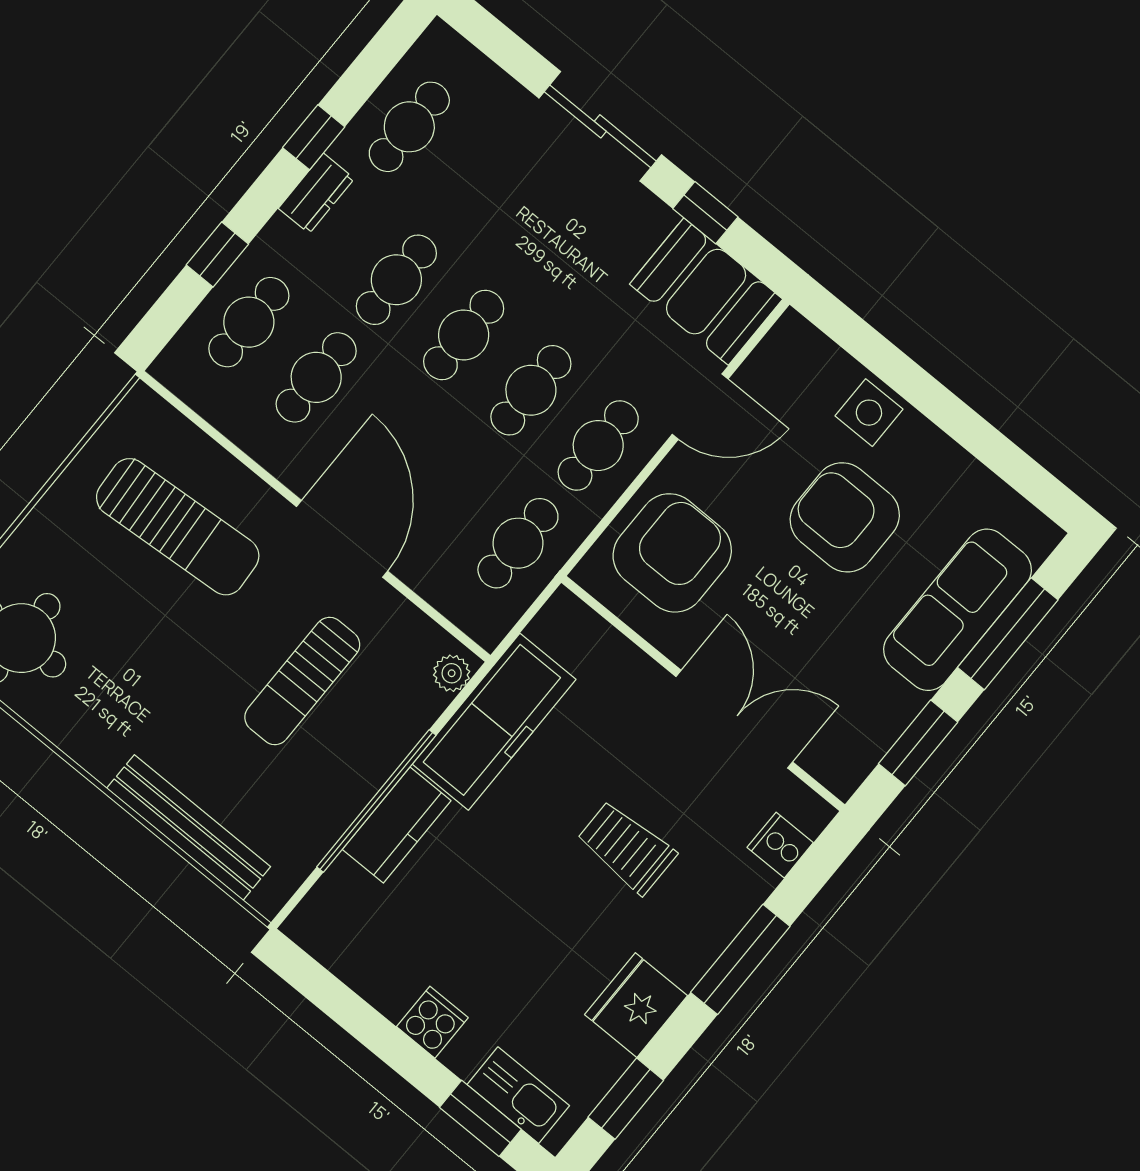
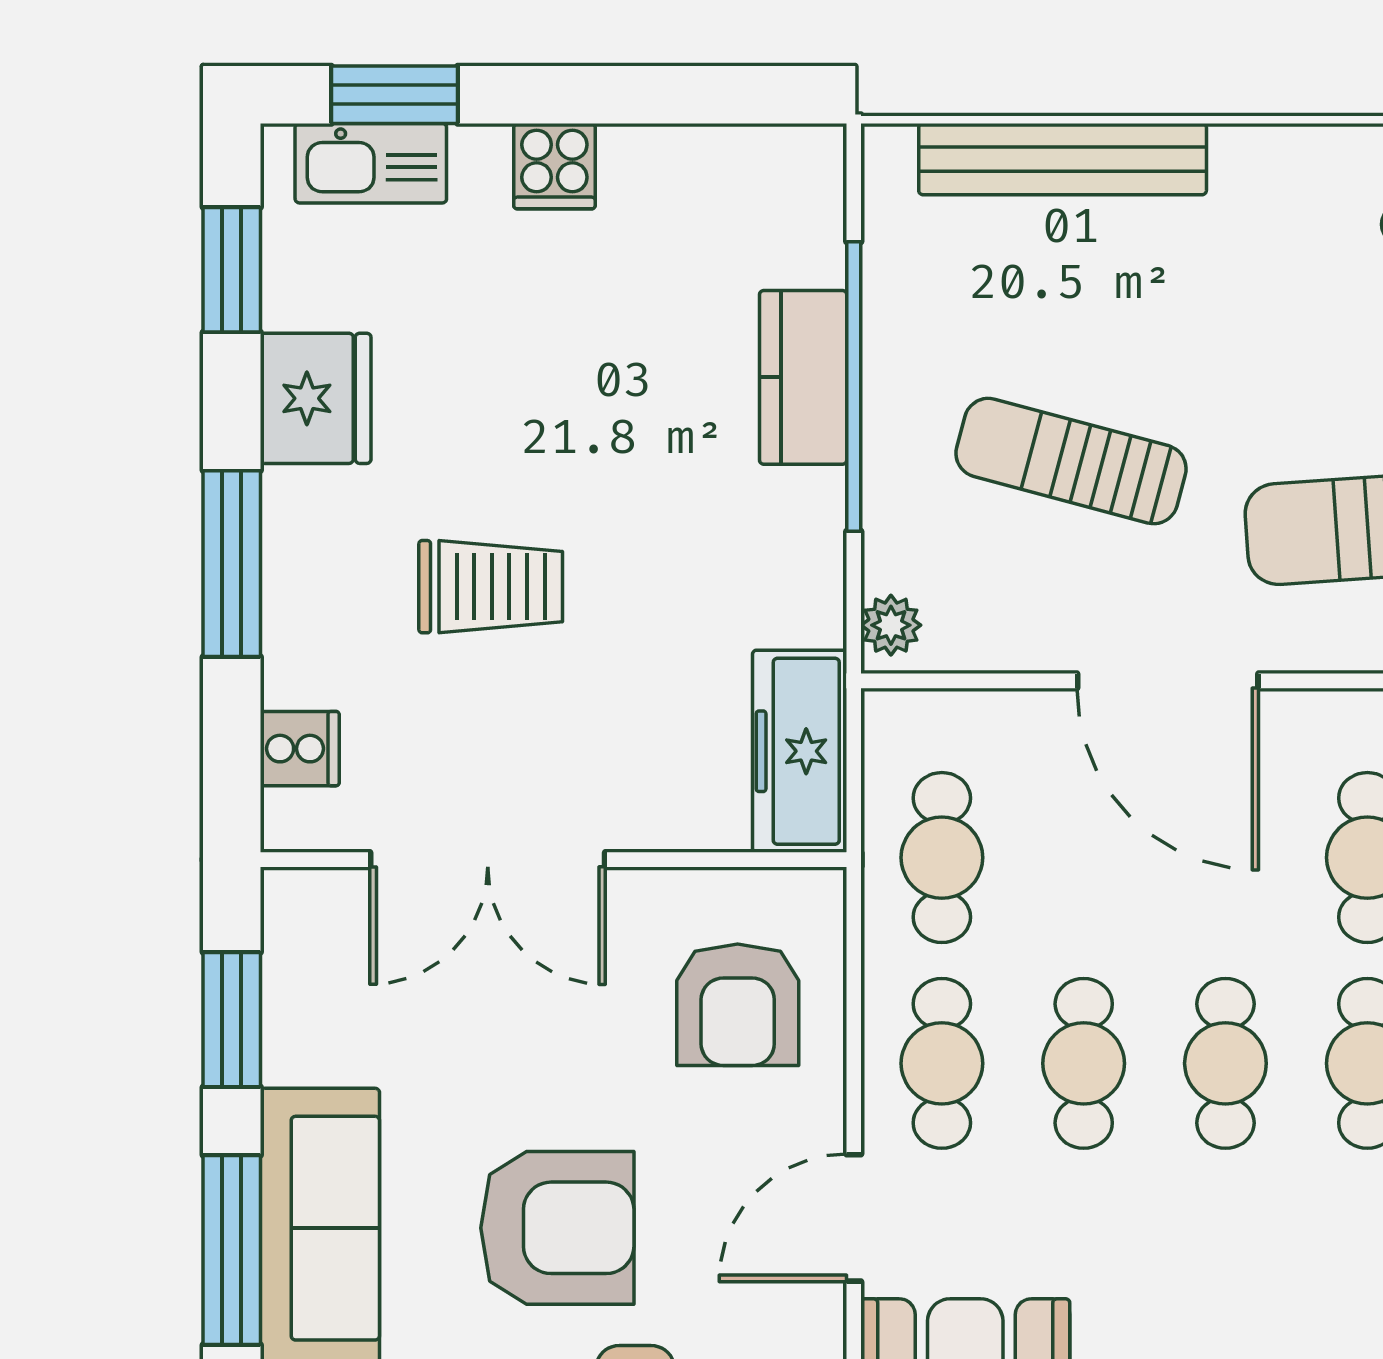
armchair: (672, 553) -> (738, 1005), width x0.73, depth x0.73
sun lounger: (302, 681) -> (1071, 461), turned -75
freezer: (494, 722) -> (800, 751), moved, width x0.73, depth x0.79

